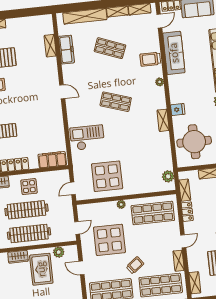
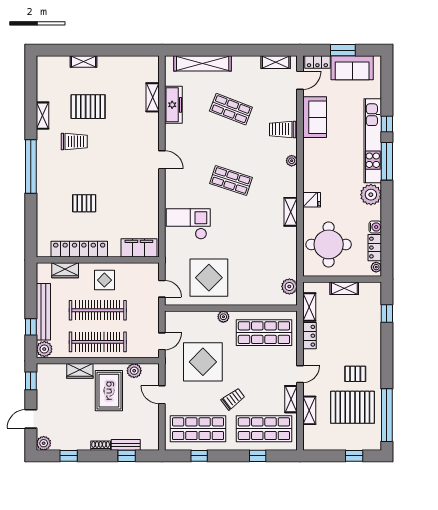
shelving: (117, 11) -> (246, 62), removed
sofa: (174, 53) -> (315, 117), width x0.73
door: (73, 188) -> (162, 289), swing flipped
shelving: (195, 283) -> (309, 410), moved

